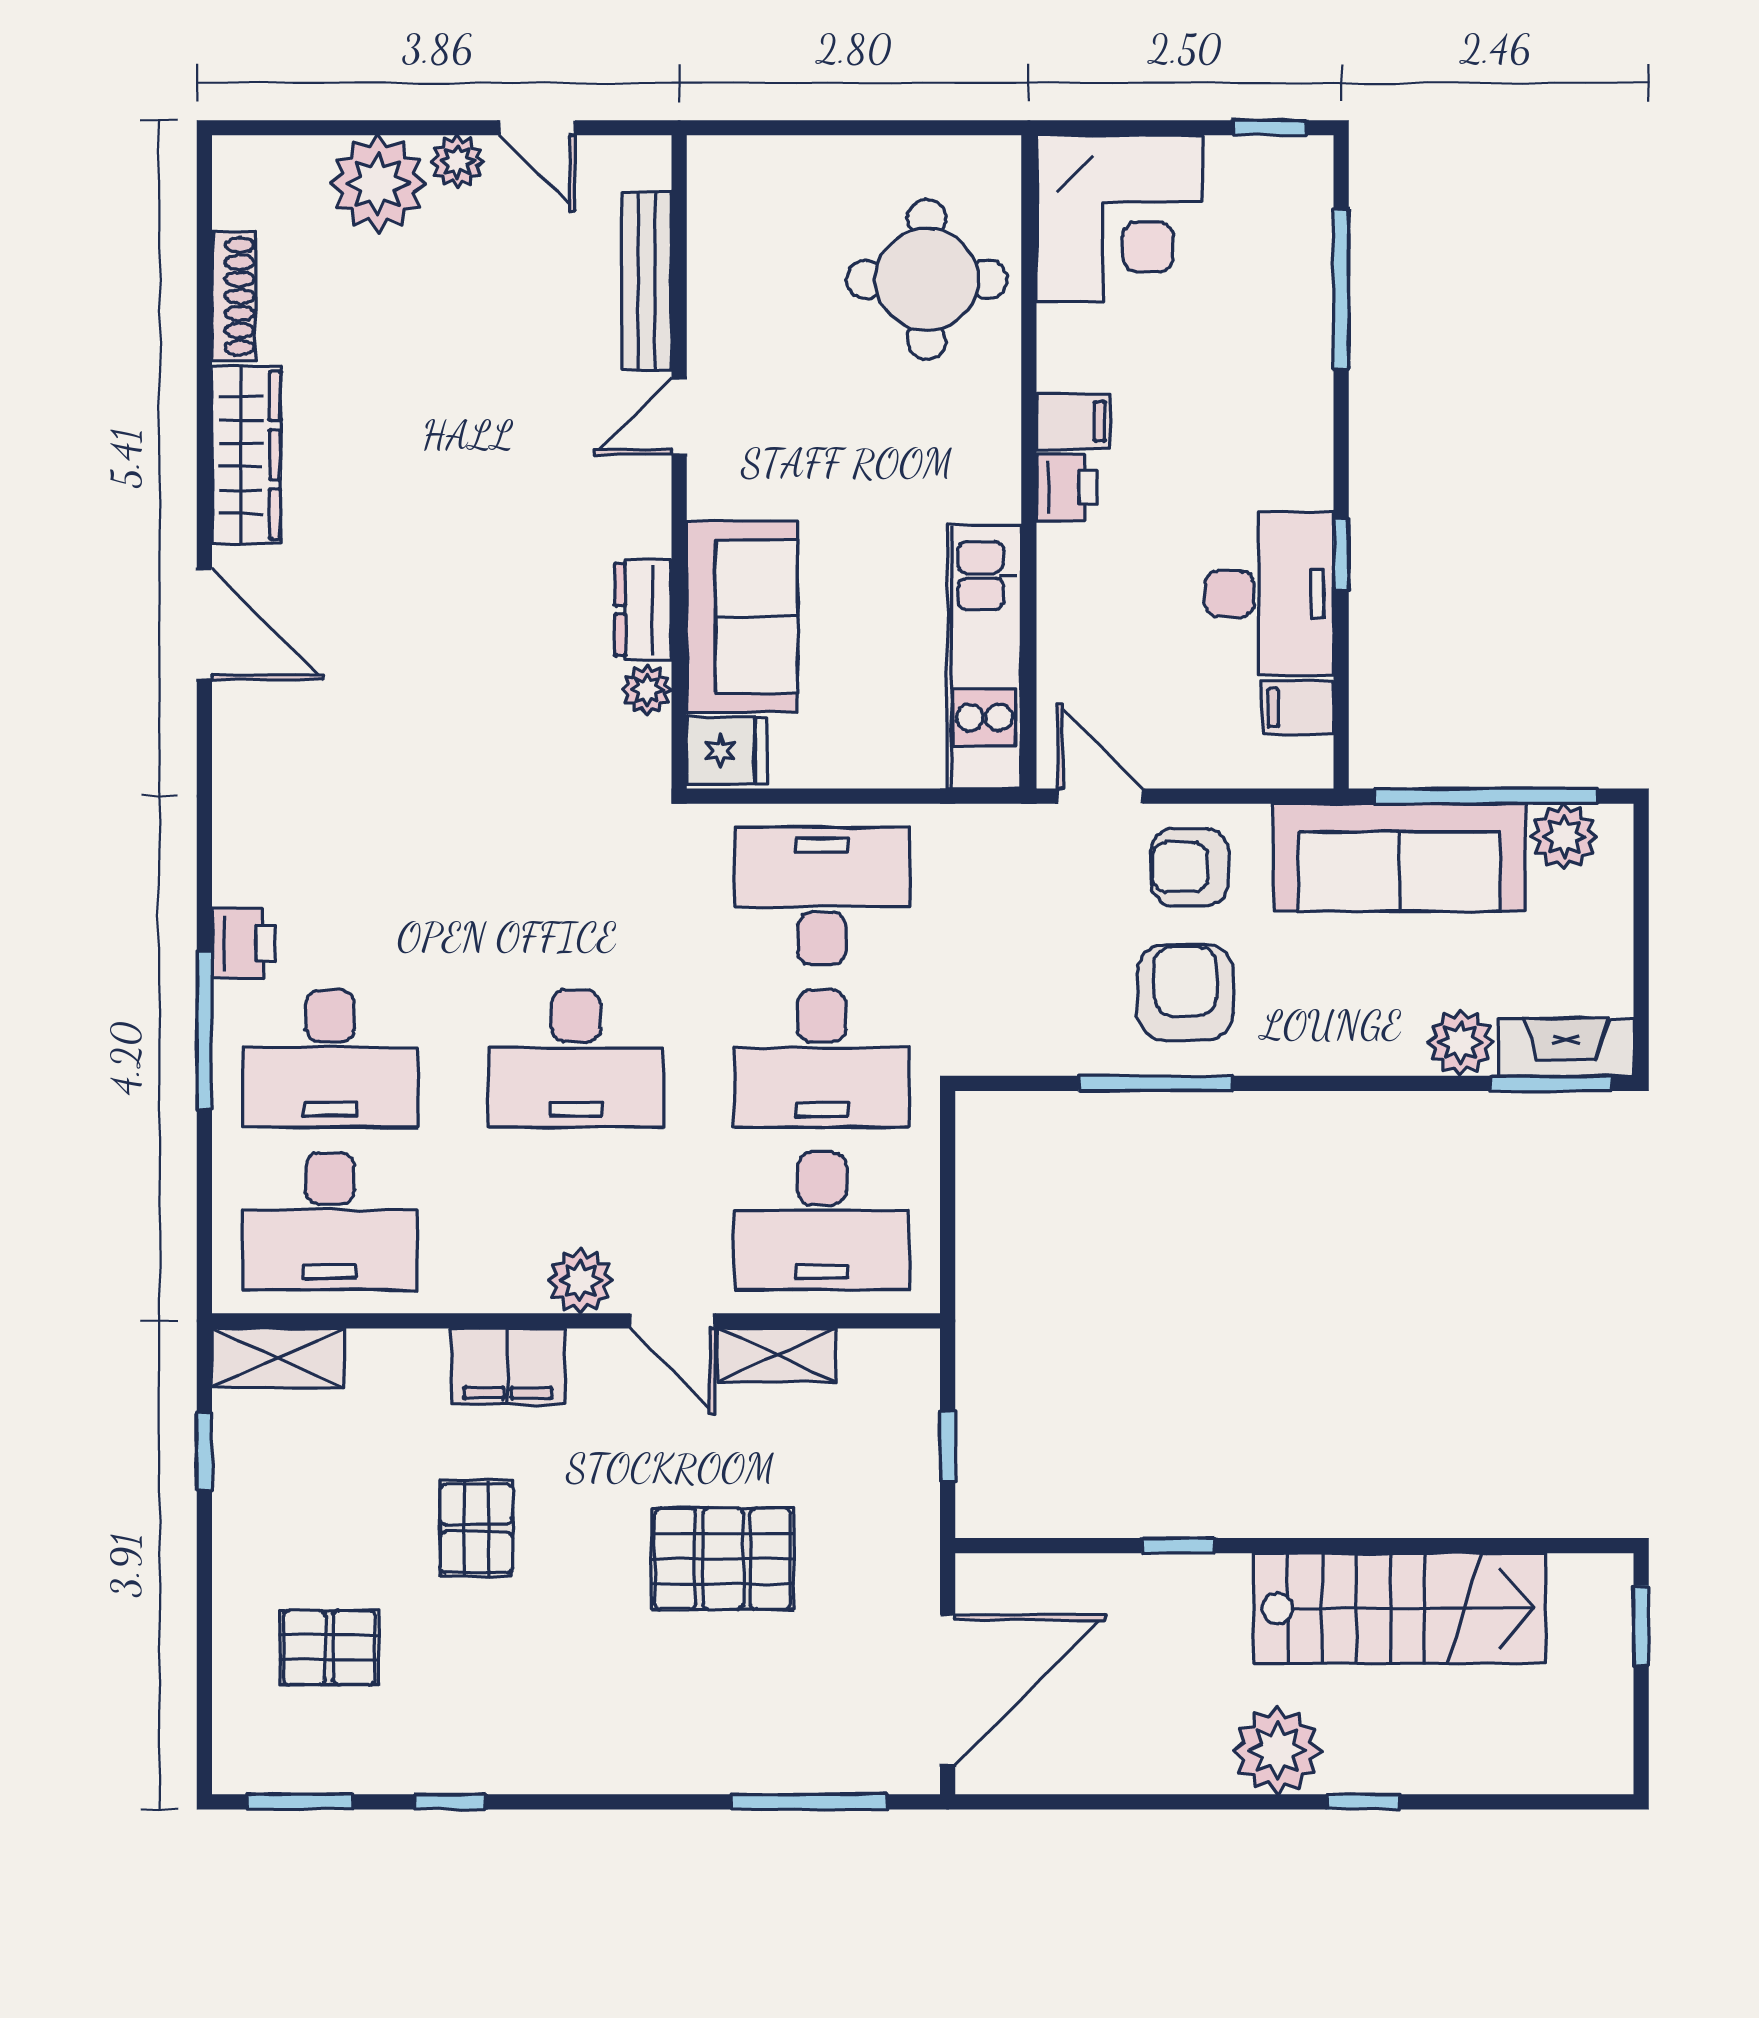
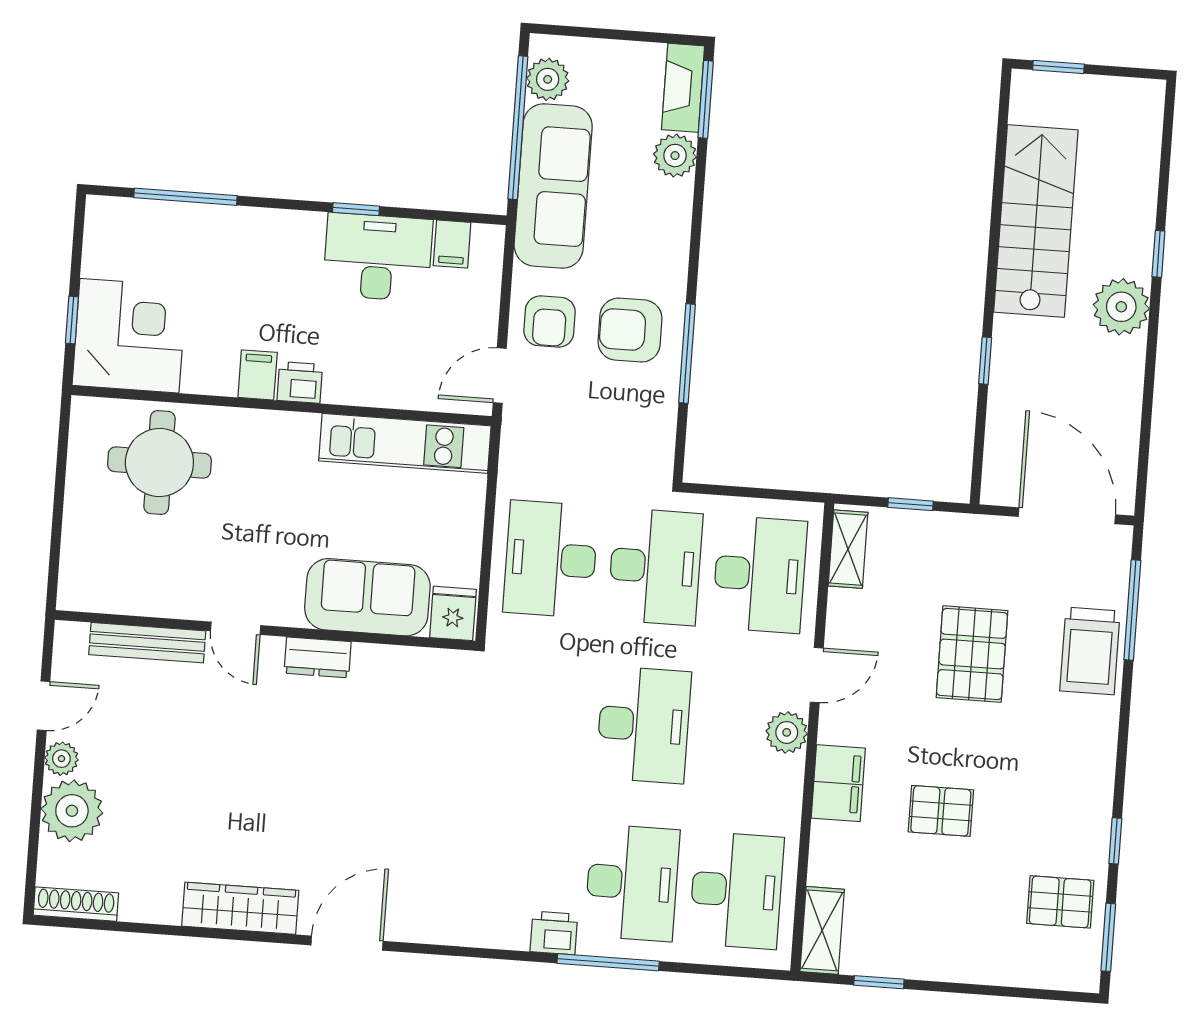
window: (1269, 128) -> (72, 320), moved
shoe rack: (234, 296) -> (76, 904), moved
dresser: (643, 610) -> (318, 657), moved
plant: (647, 690) -> (410, 662), removed
shelving: (777, 1355) -> (848, 549), moved
pallet: (329, 1648) -> (1060, 902), moved, turned 90
trolley: (741, 1741) -> (1090, 651), added

